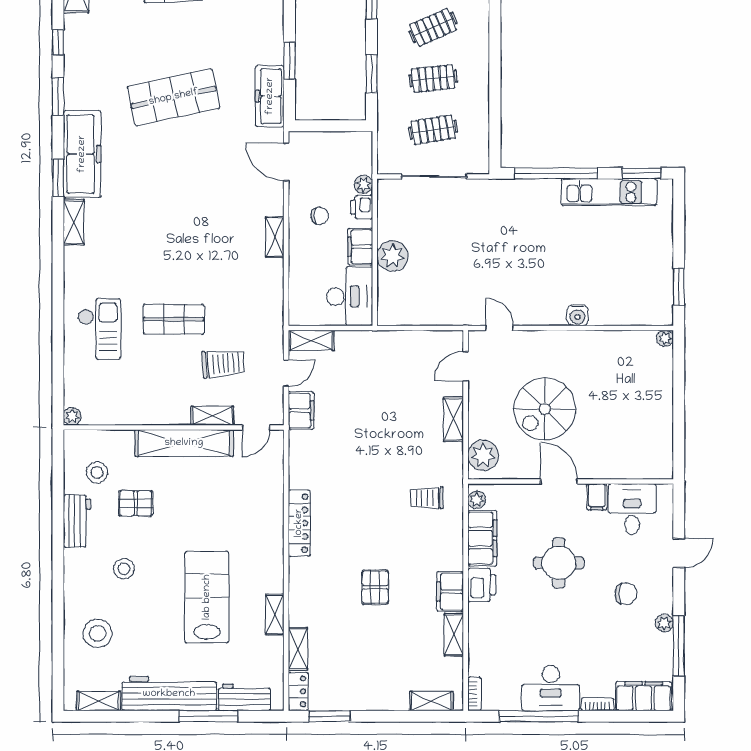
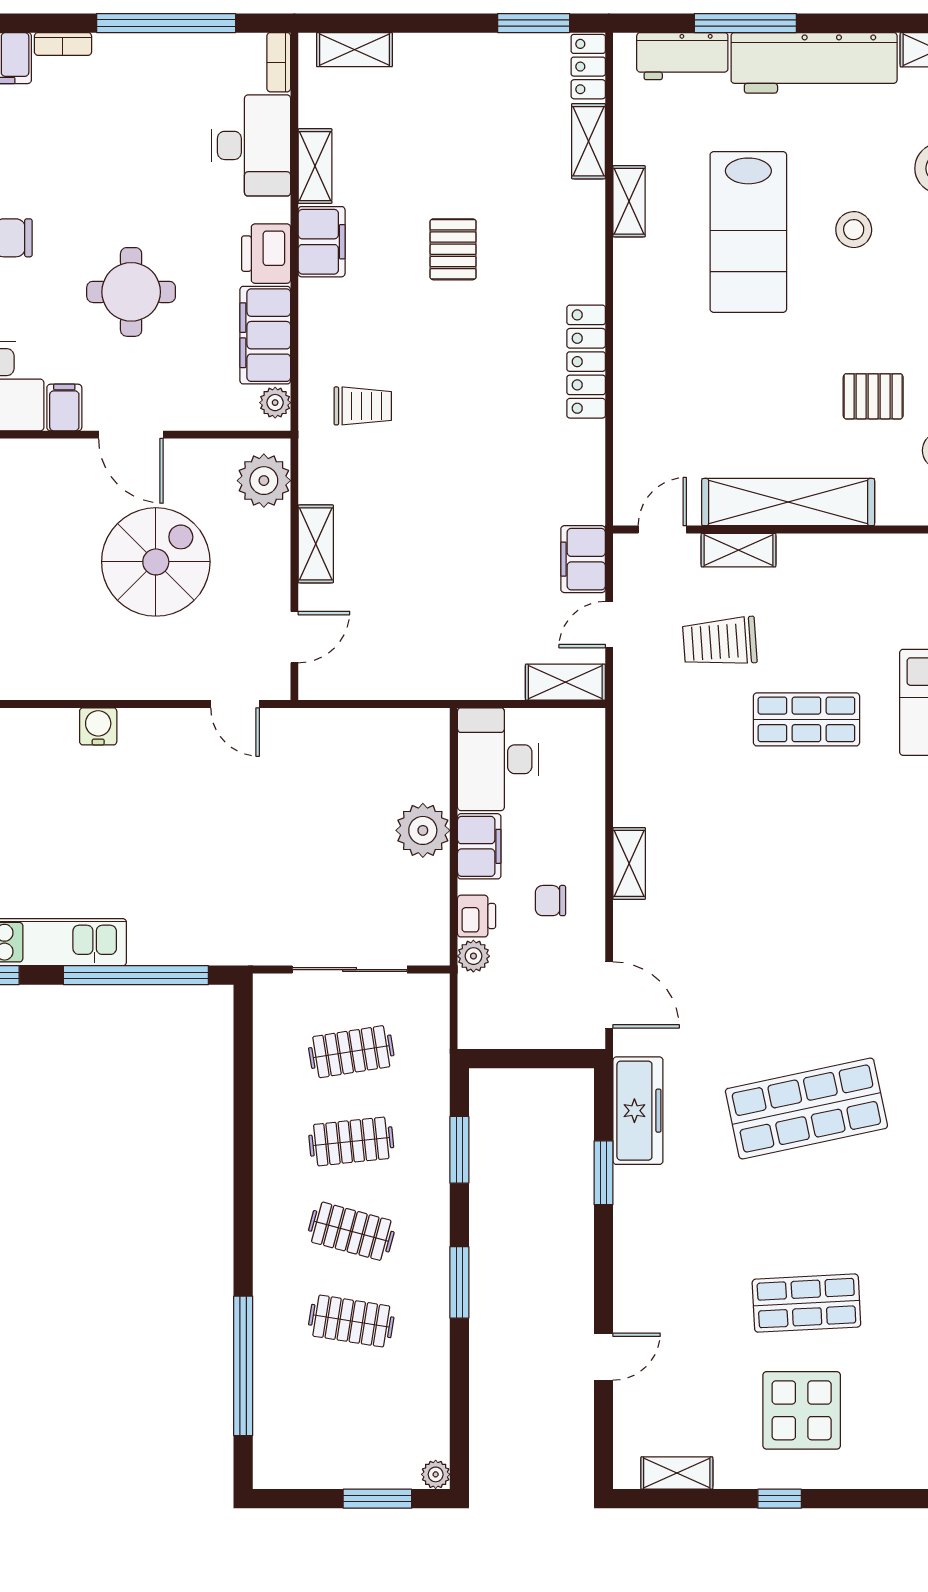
clothes rail: (433, 27) -> (351, 1231), turned 39
stool: (124, 569) -> (854, 230), moved
desk: (551, 688) -> (251, 145), moved, turned 90

